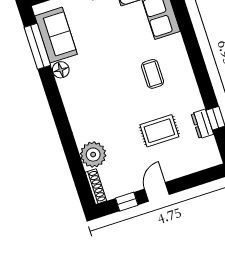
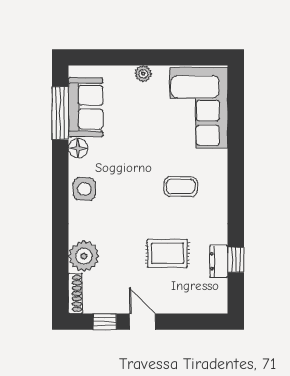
coffee table: (153, 74) -> (181, 186), turned 90
side table: (76, 101) -> (84, 189), added
door: (157, 192) -> (142, 322), hinge flipped

